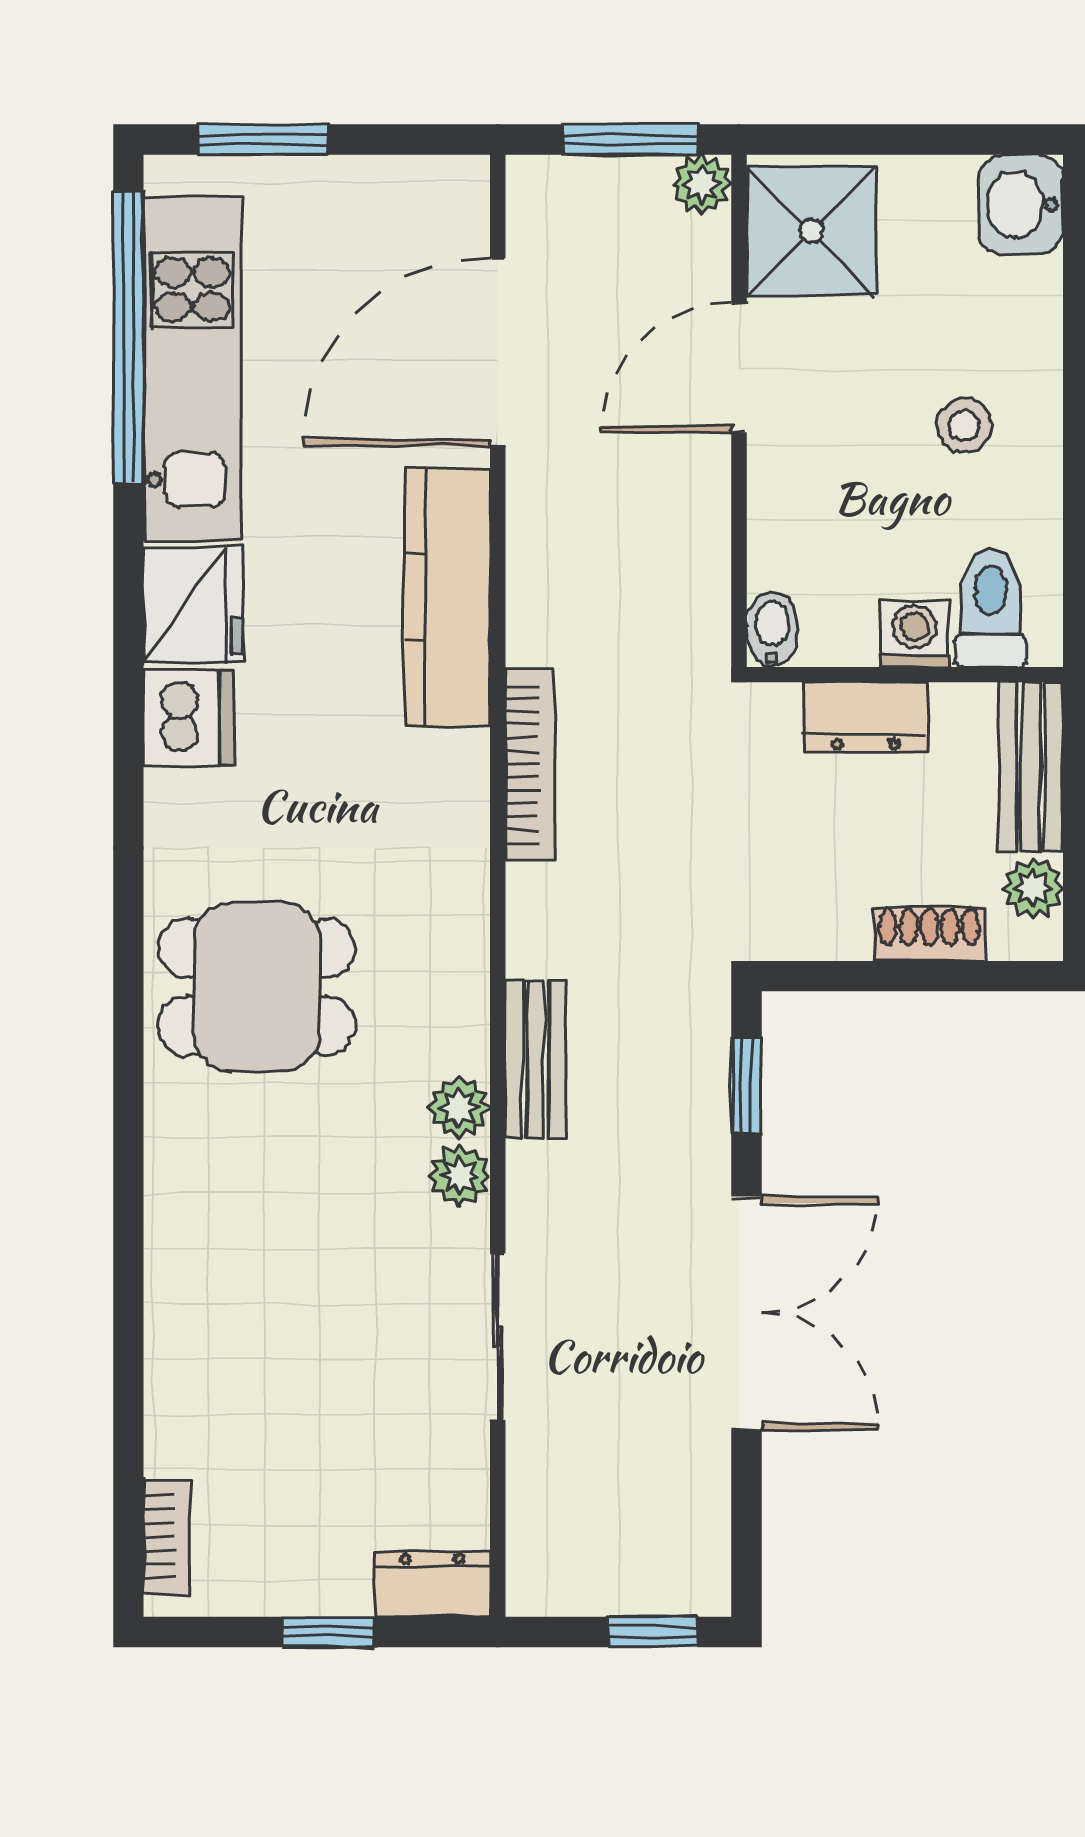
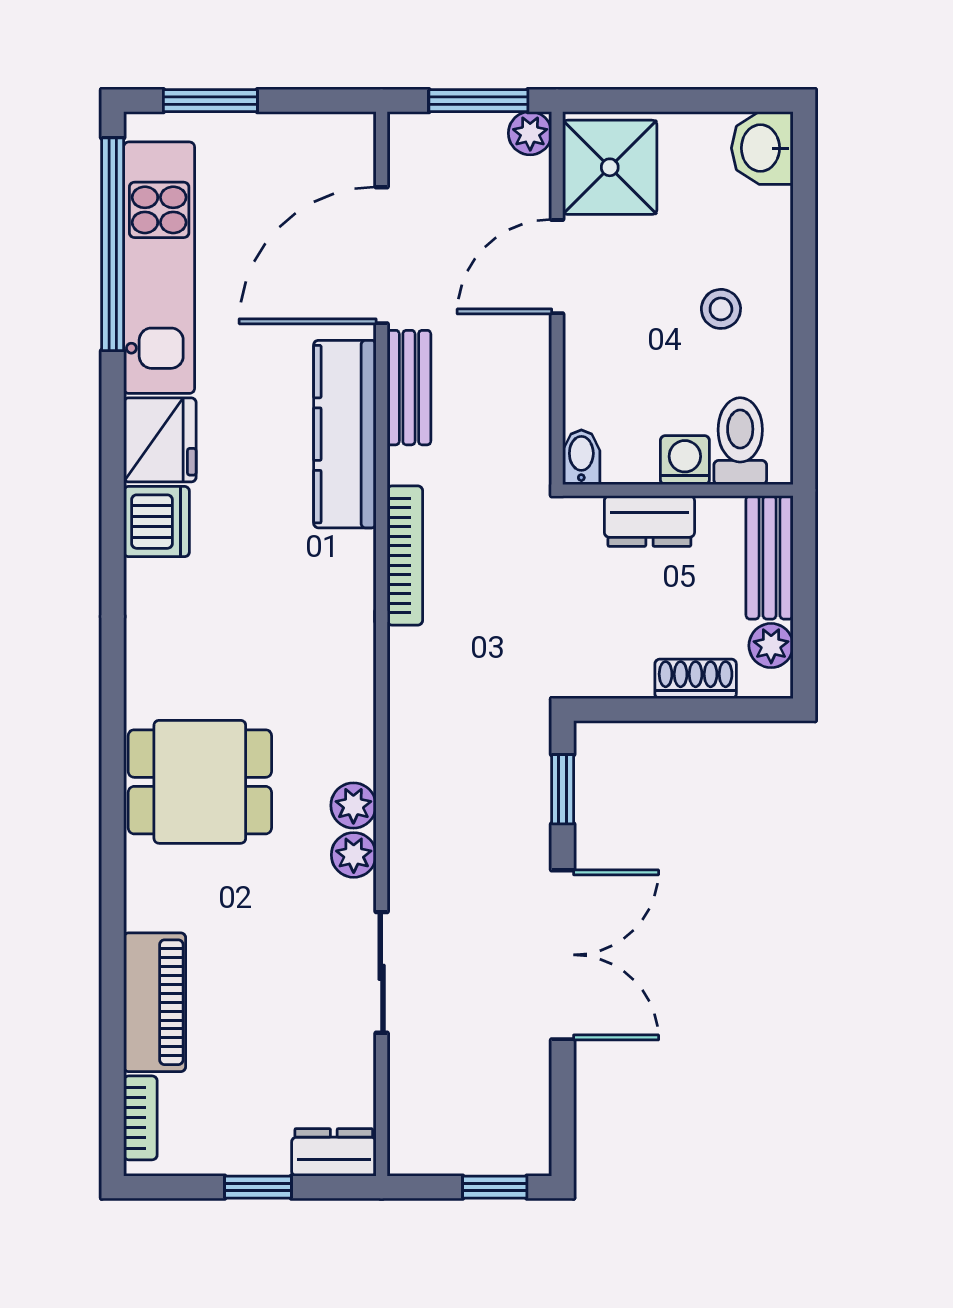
dining table: (257, 987) -> (200, 782), moved
bench: (535, 1059) -> (409, 388), moved
piano: (186, 1378) -> (155, 1002), added

